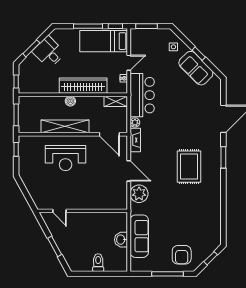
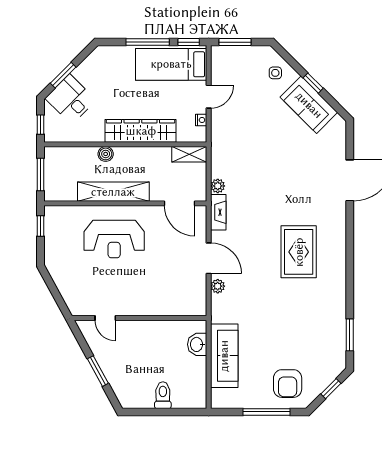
desk: (49, 52) -> (71, 99), moved
bar counter: (142, 95) -> (229, 145), removed
boiler: (70, 101) -> (106, 154), moved
window: (223, 157) -> (350, 335), moved
plant: (139, 194) -> (218, 286), width x0.53, depth x0.53
washbasin: (121, 240) -> (197, 344), moved

